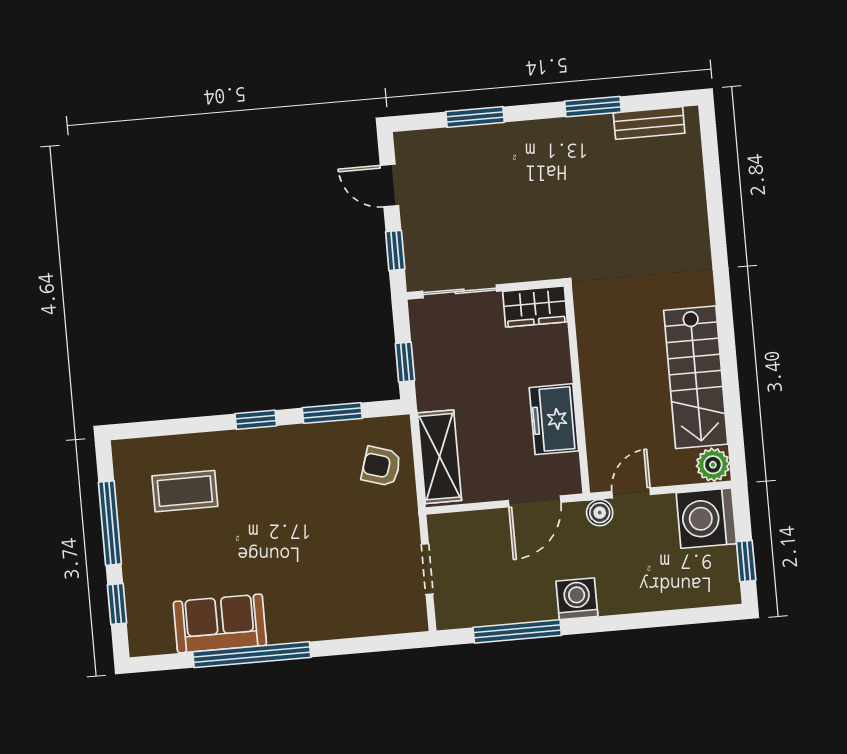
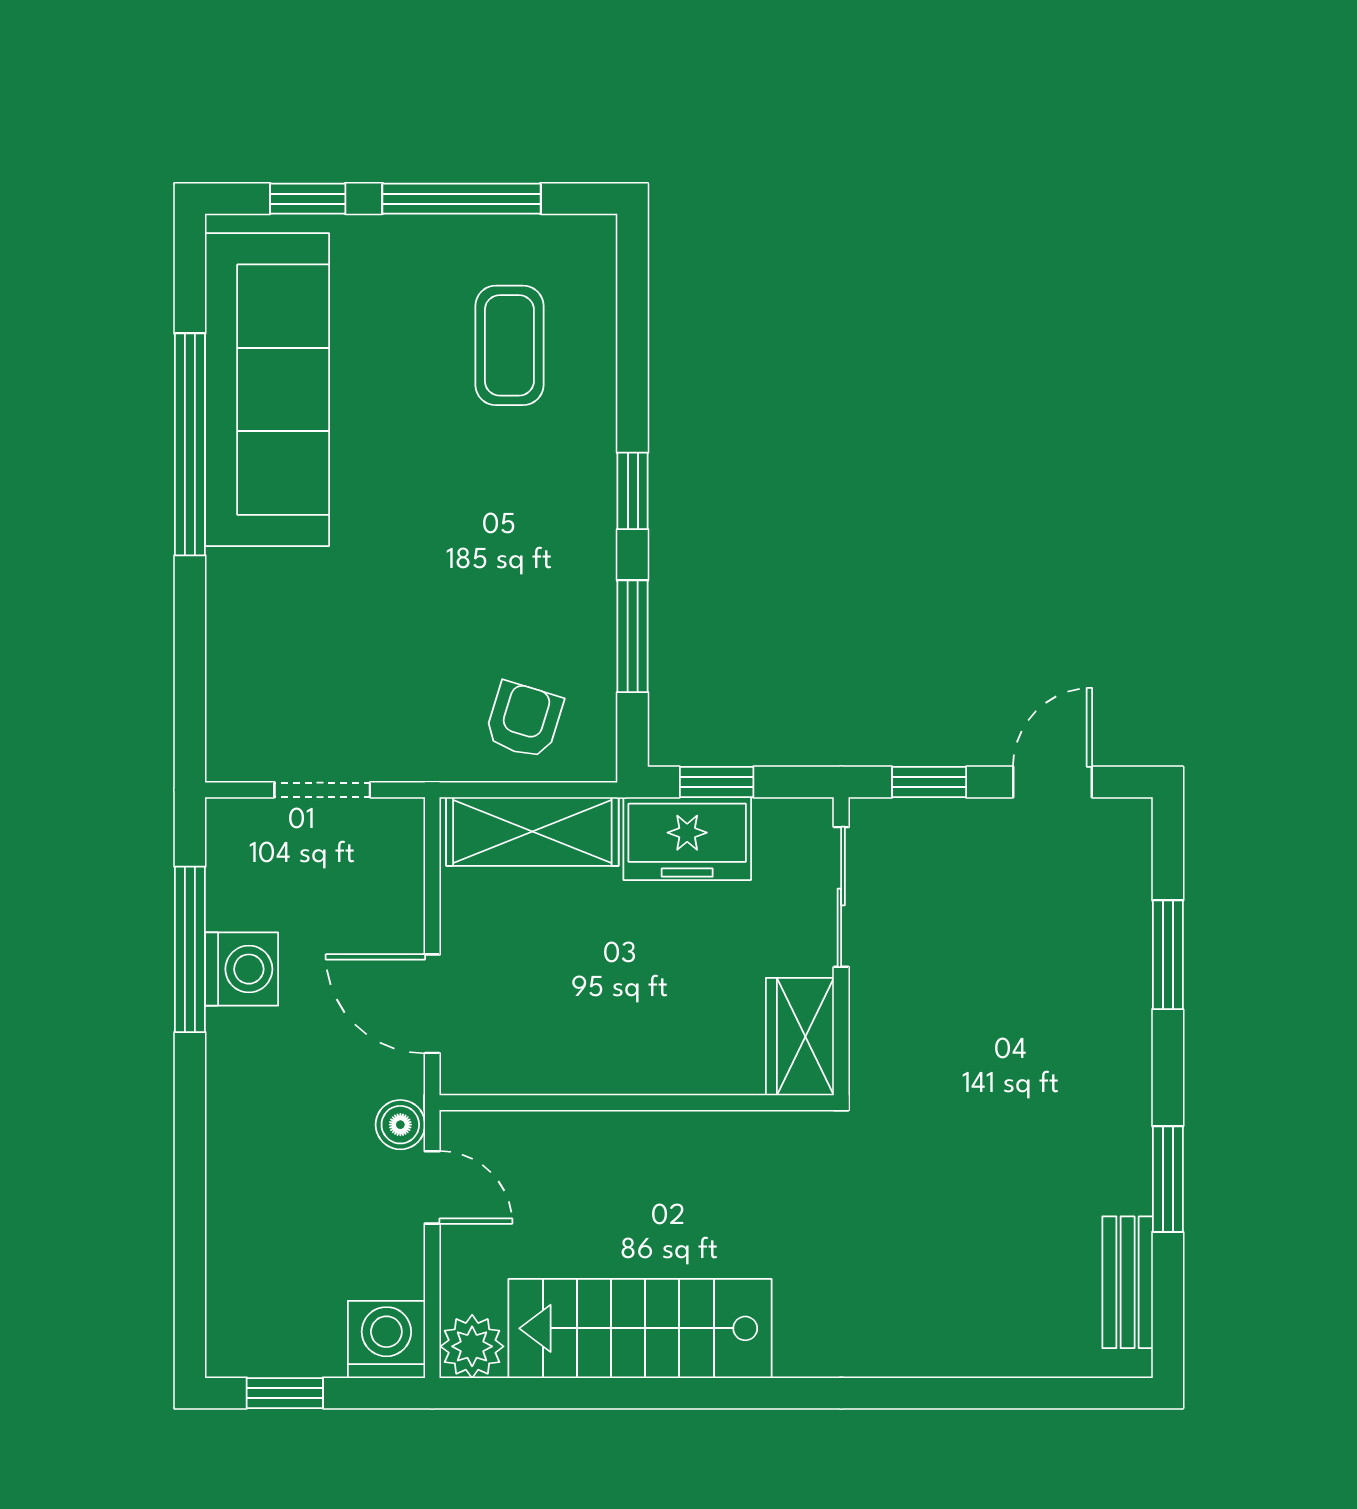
freezer: (554, 419) -> (687, 839), moved, turned 180
washing machine: (706, 518) -> (386, 1339), width x0.73, depth x0.73
washing machine: (577, 599) -> (242, 969), moved
sofa: (220, 623) -> (267, 390), width x1.85, depth x1.27

